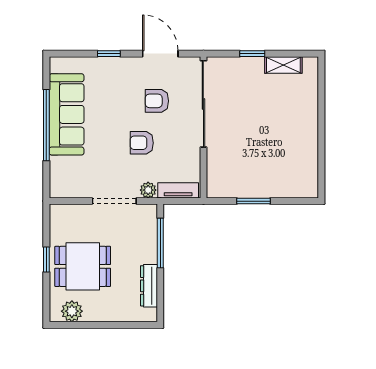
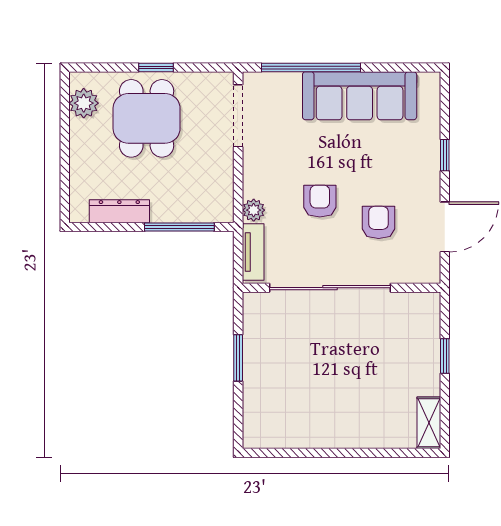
shelving: (283, 65) -> (429, 423), moved
sliding door: (203, 104) -> (330, 288), moved
window: (46, 125) -> (311, 67), moved
doorway: (114, 201) -> (238, 116), moved

